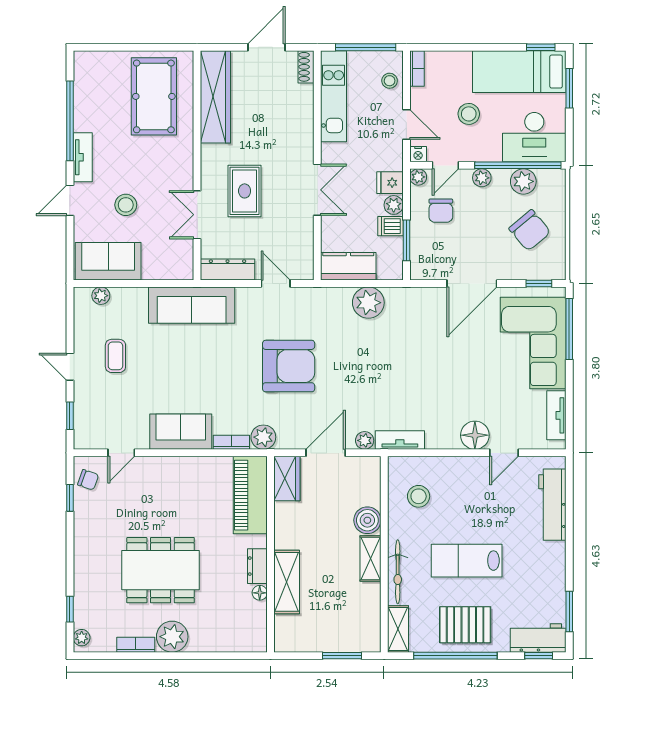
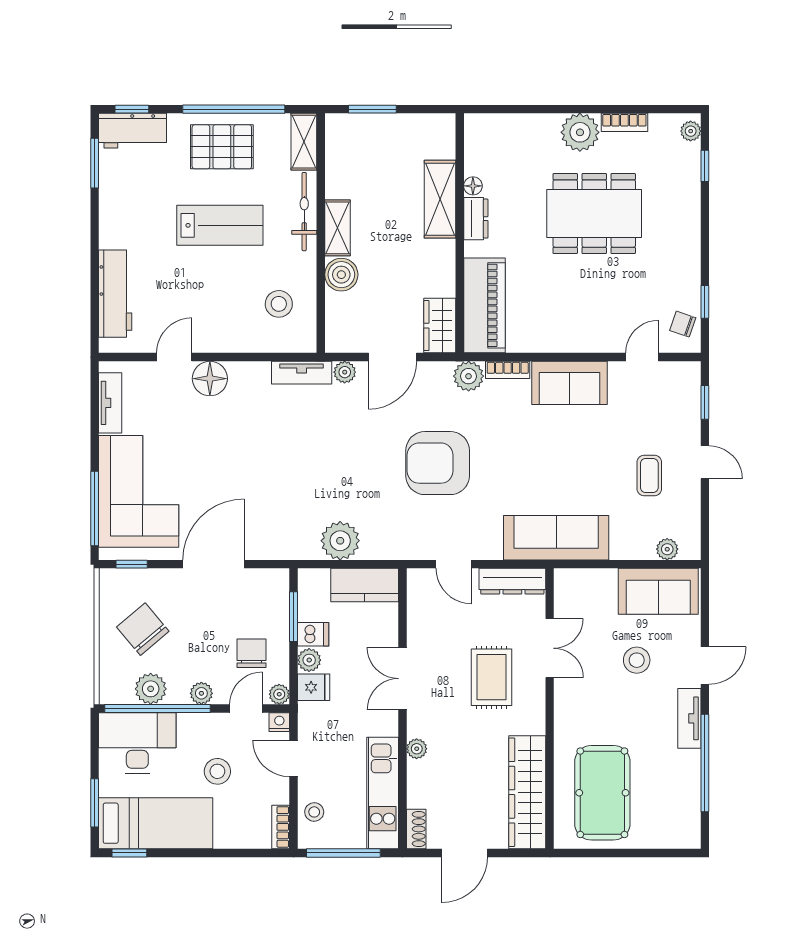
plant: (306, 132) -> (417, 749), added

